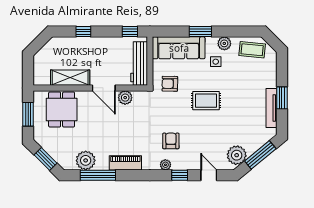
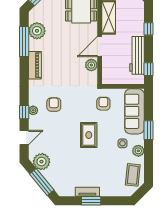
workbench: (139, 63) -> (137, 55), moved, turned -90
tv unit: (272, 108) -> (87, 192), width x0.71
armchair: (171, 141) -> (54, 105), turned -90
plant: (165, 165) -> (33, 110), moved

